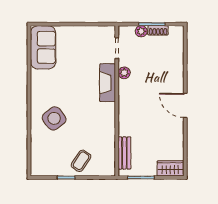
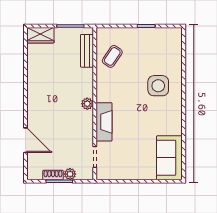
plant: (124, 73) -> (87, 104), moved
door: (185, 105) -> (25, 140), moved
side table: (54, 118) -> (158, 86), turned 37
coffee table: (81, 161) -> (112, 56), moved

